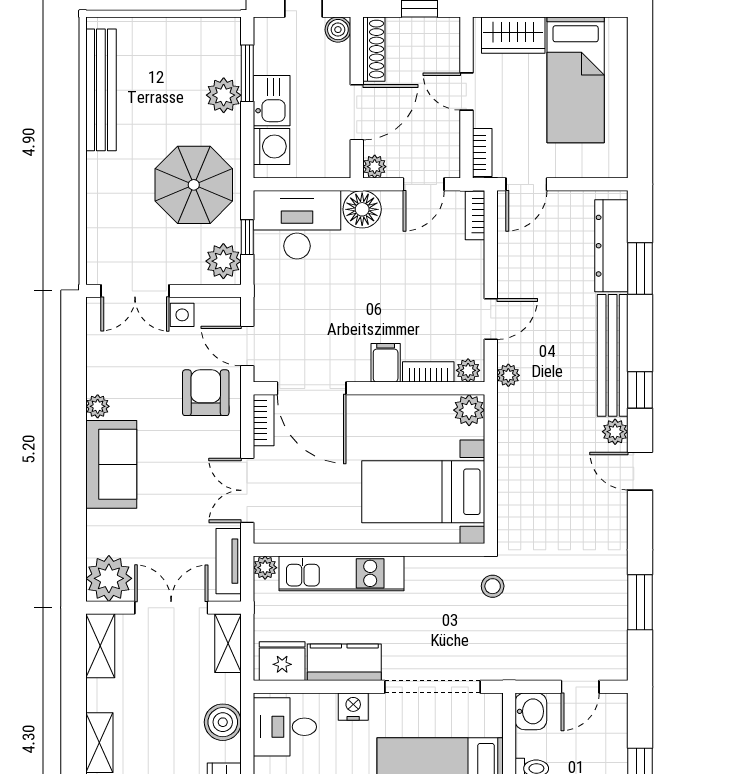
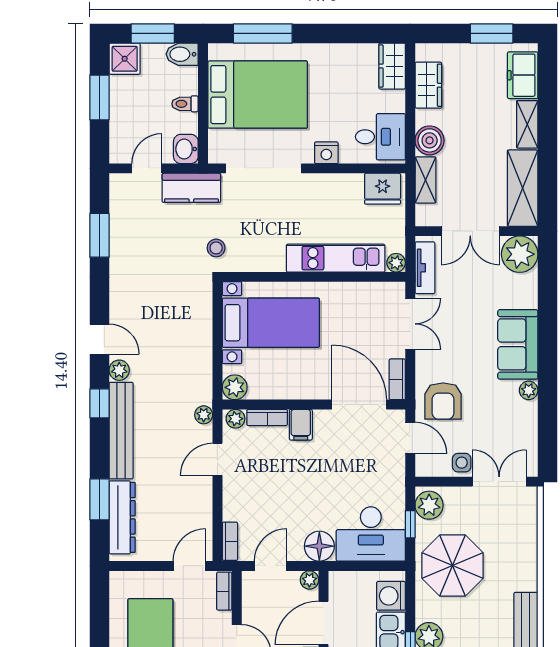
shelving: (228, 643) -> (425, 180), moved
shelving: (100, 646) -> (523, 188), width x1.50, depth x1.33
kitchen counter: (344, 662) -> (191, 188), moved

